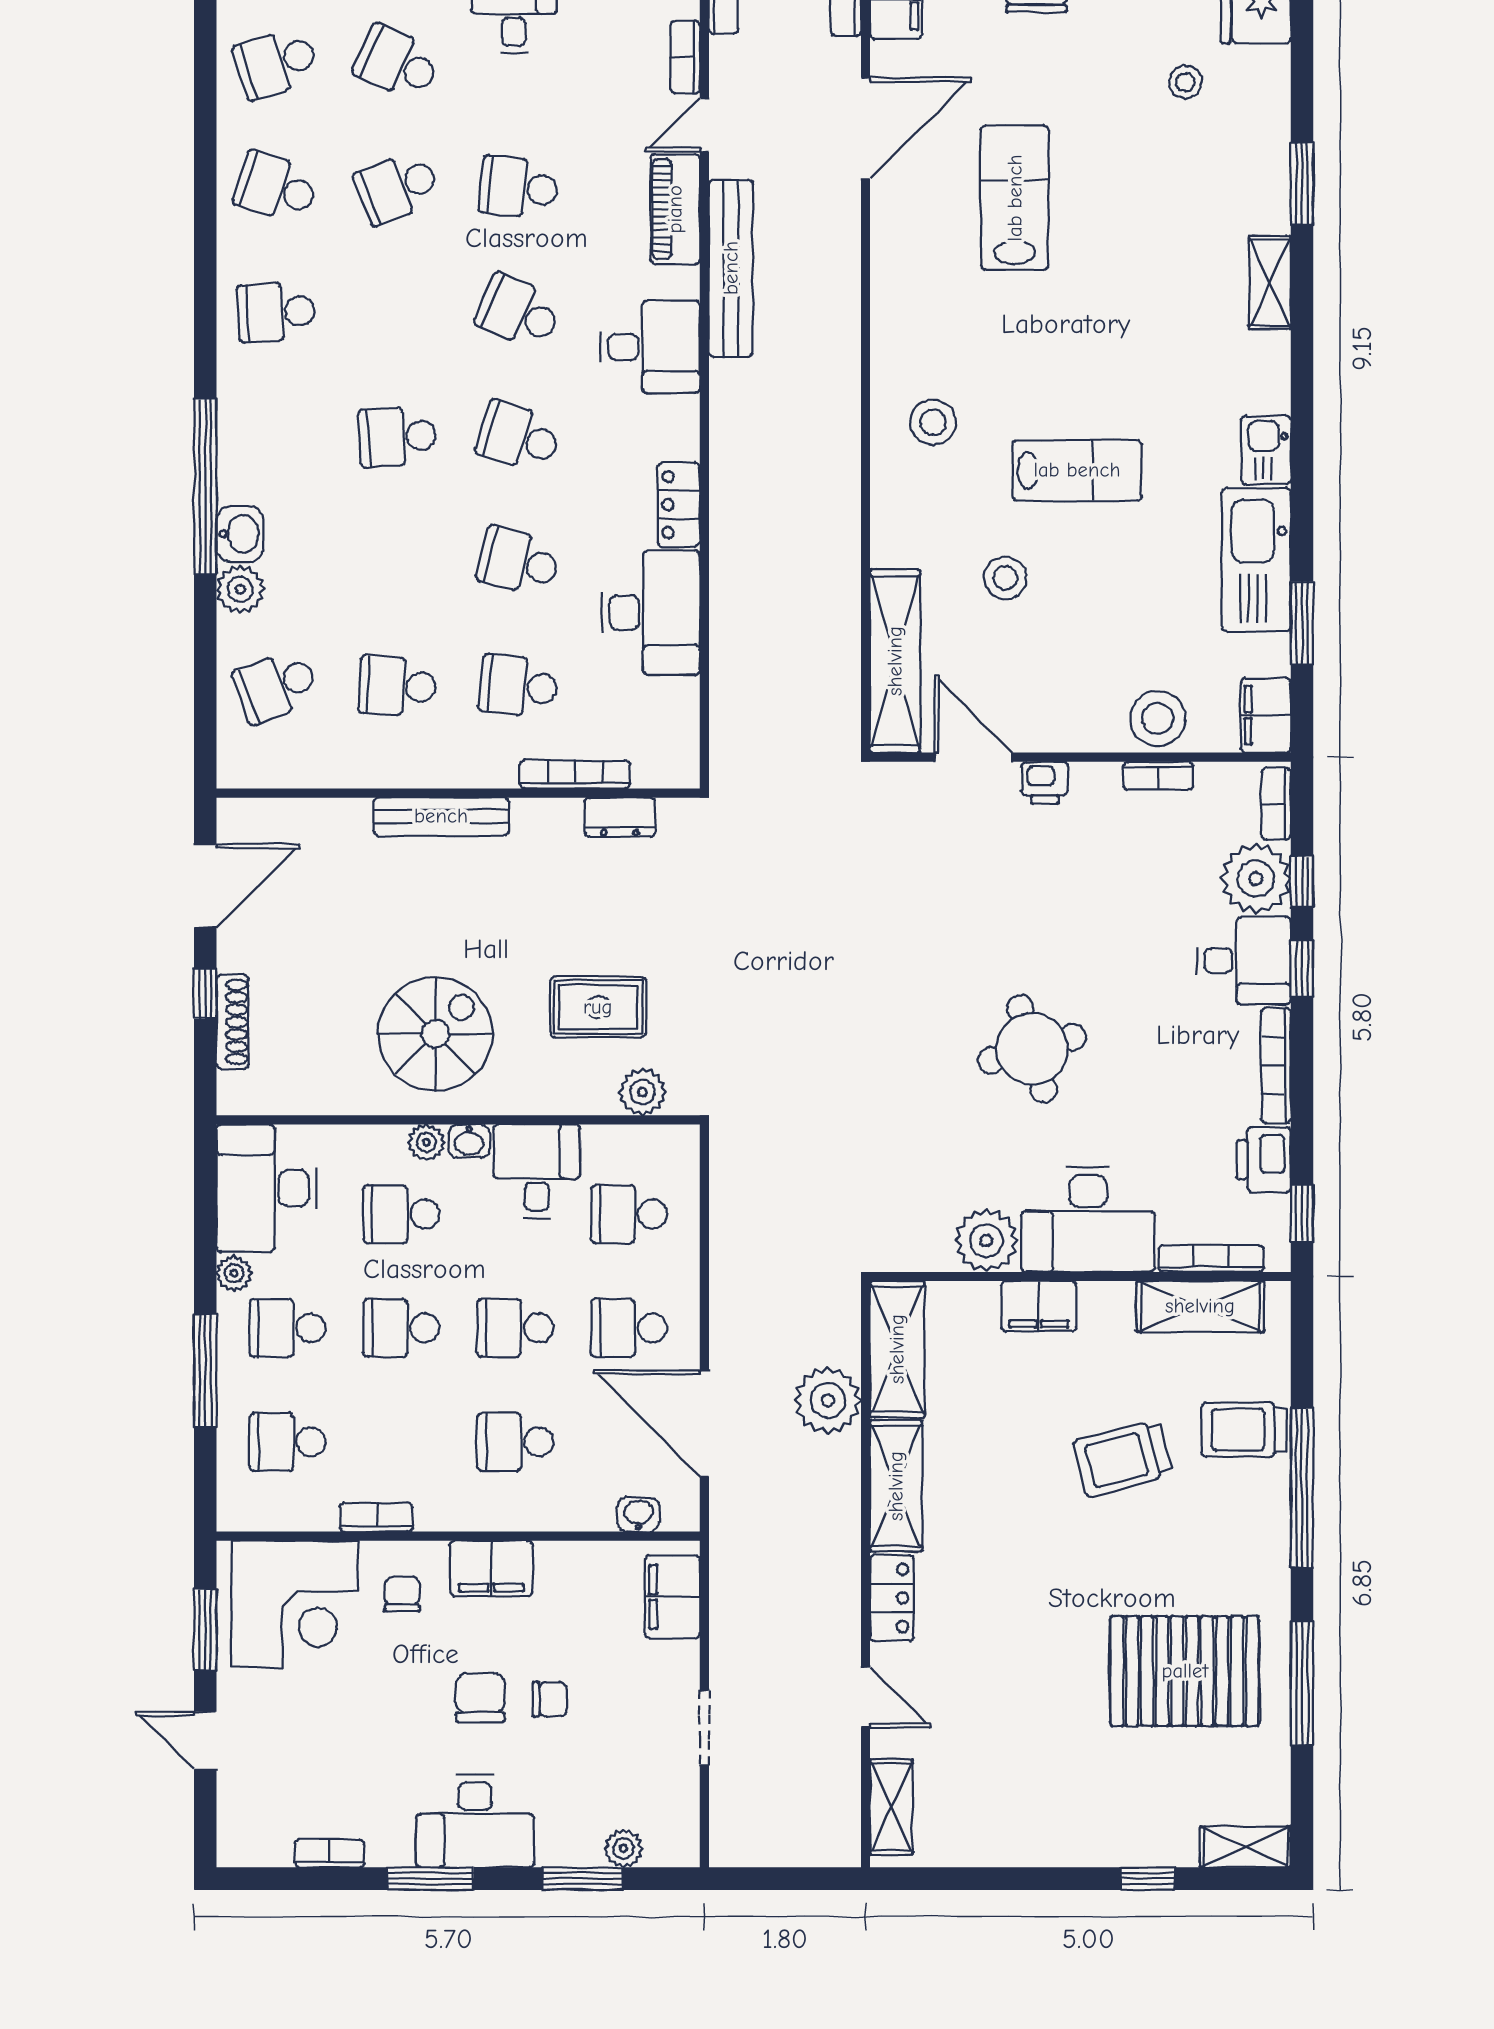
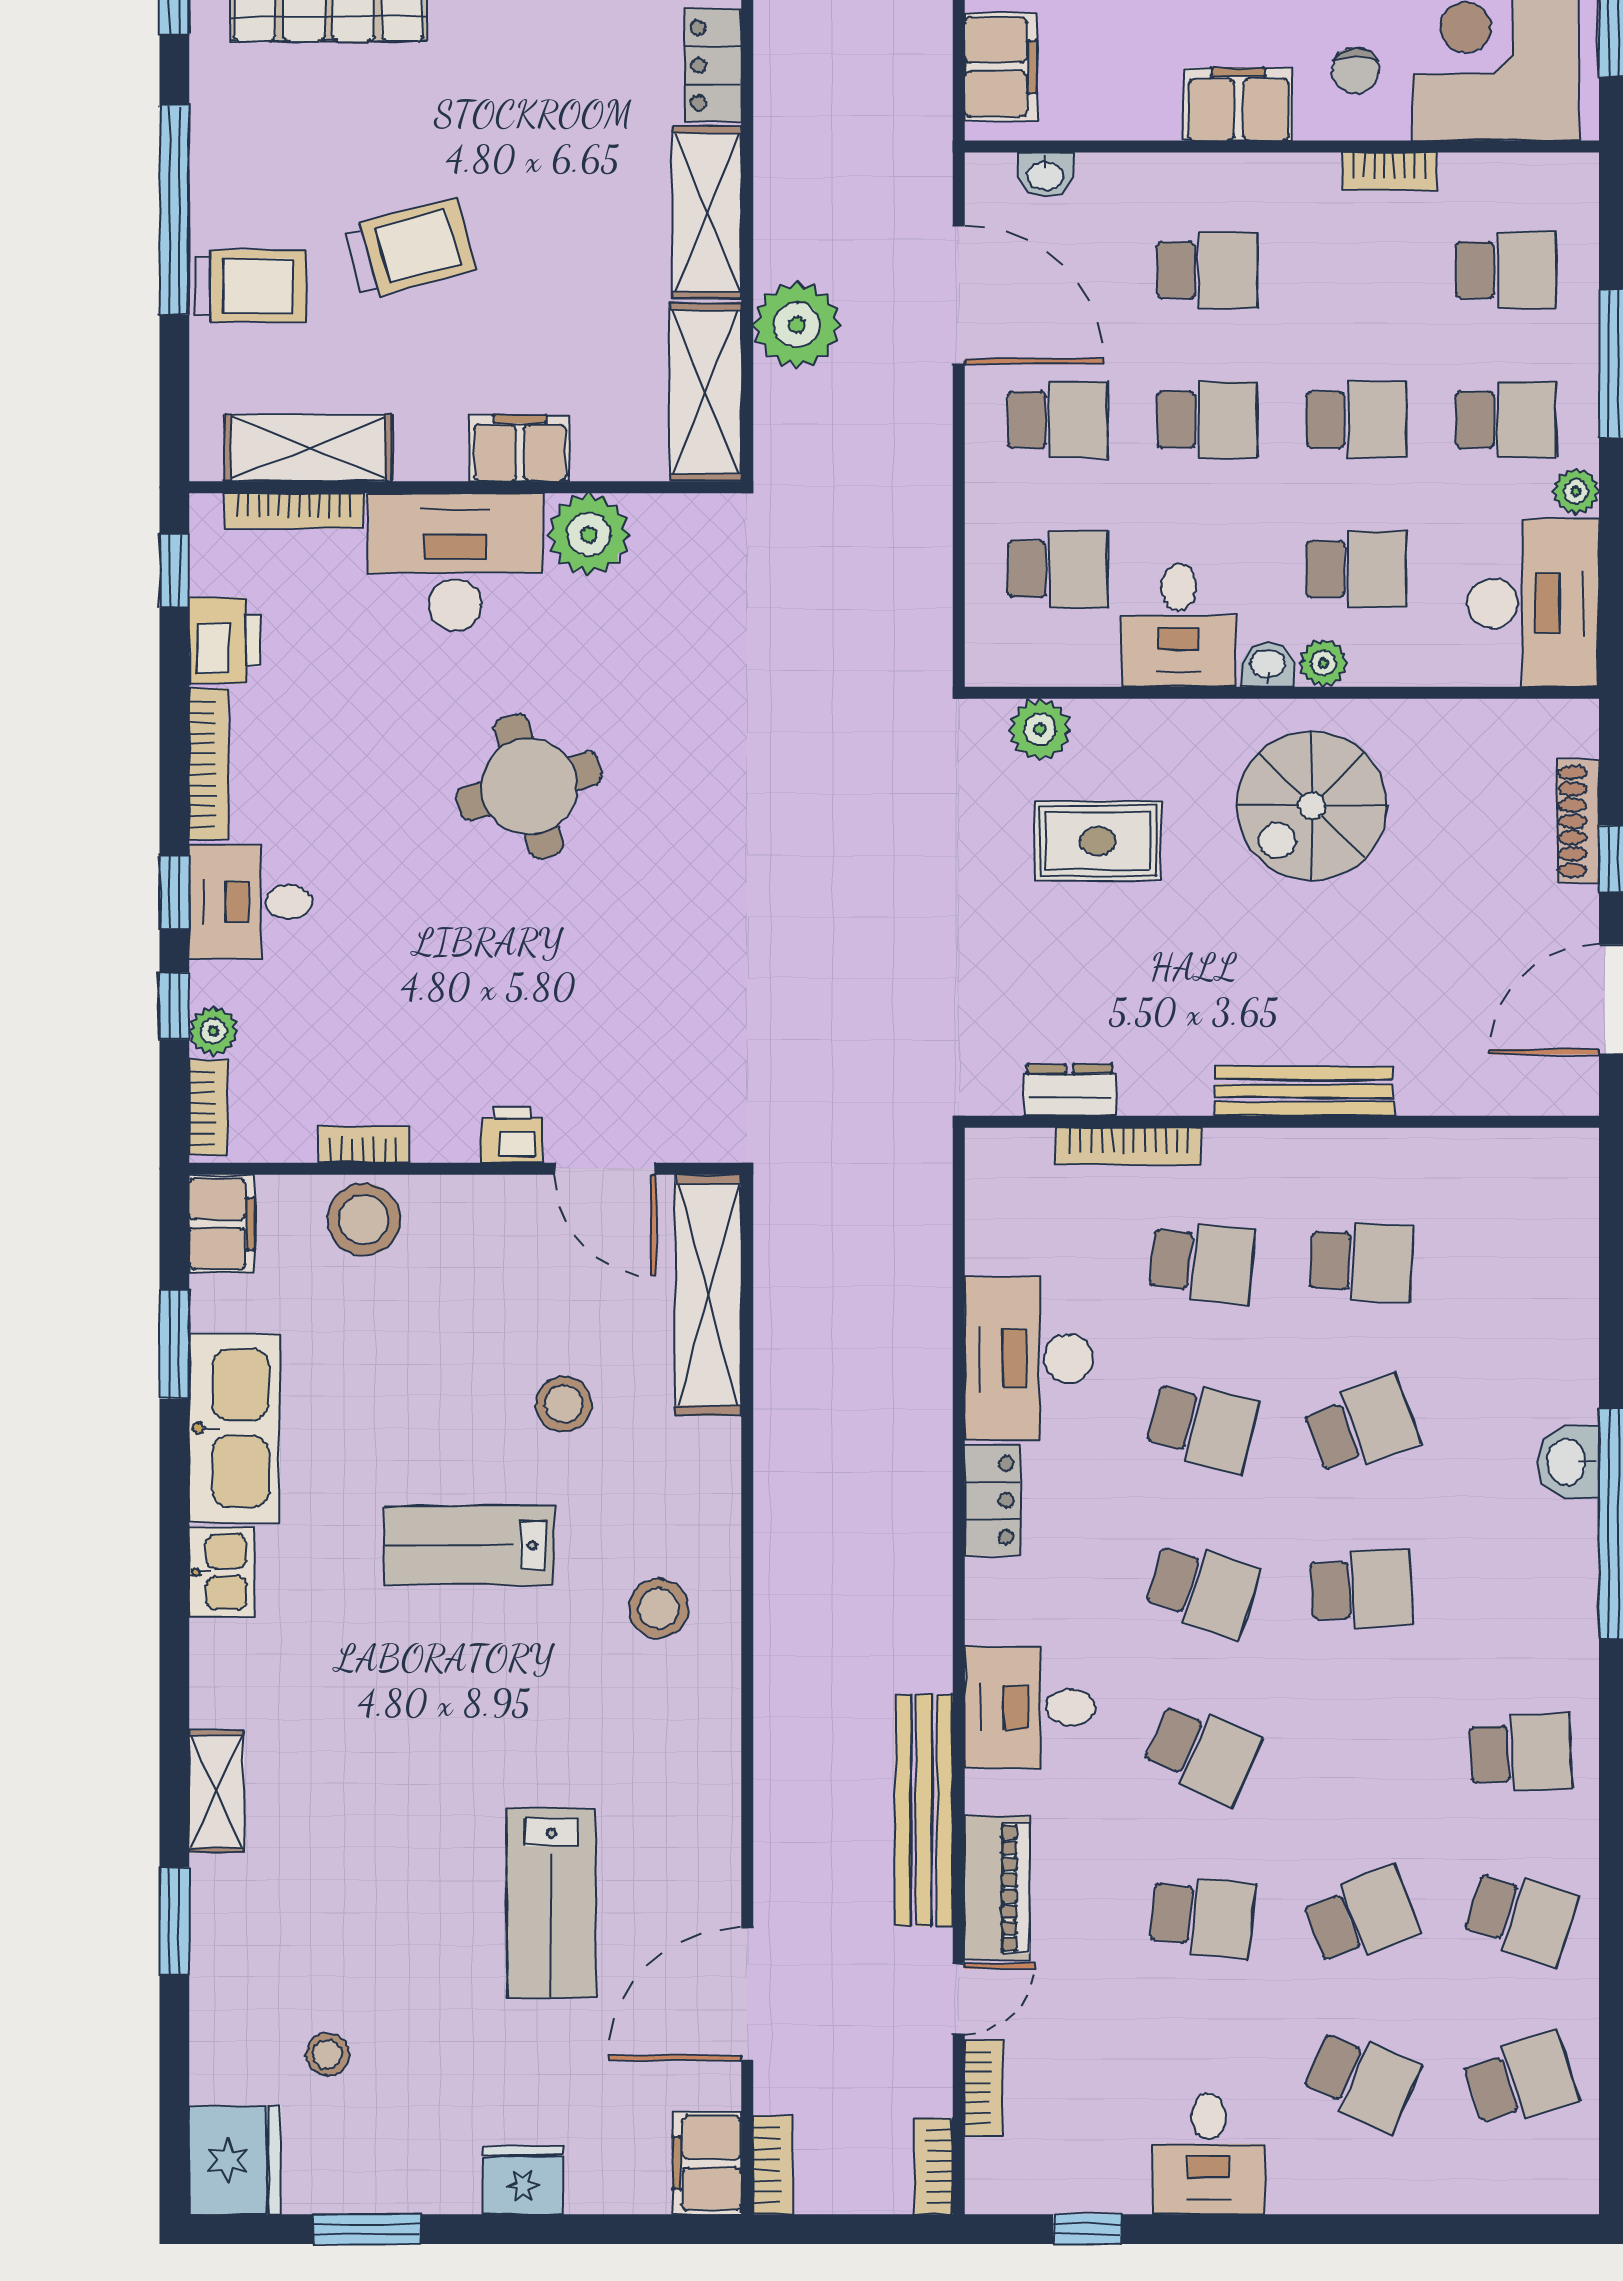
plant: (240, 589) -> (1568, 1389), removed
school desk: (276, 686) -> (1361, 1426), moved
plant: (1256, 879) -> (213, 1031), width x0.53, depth x0.53

